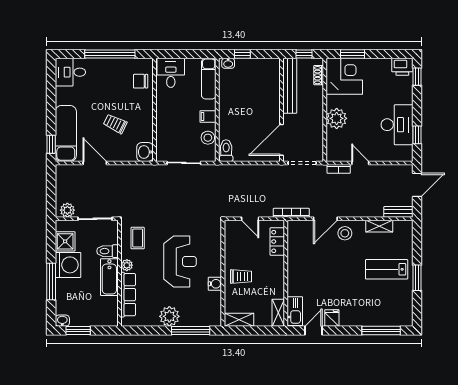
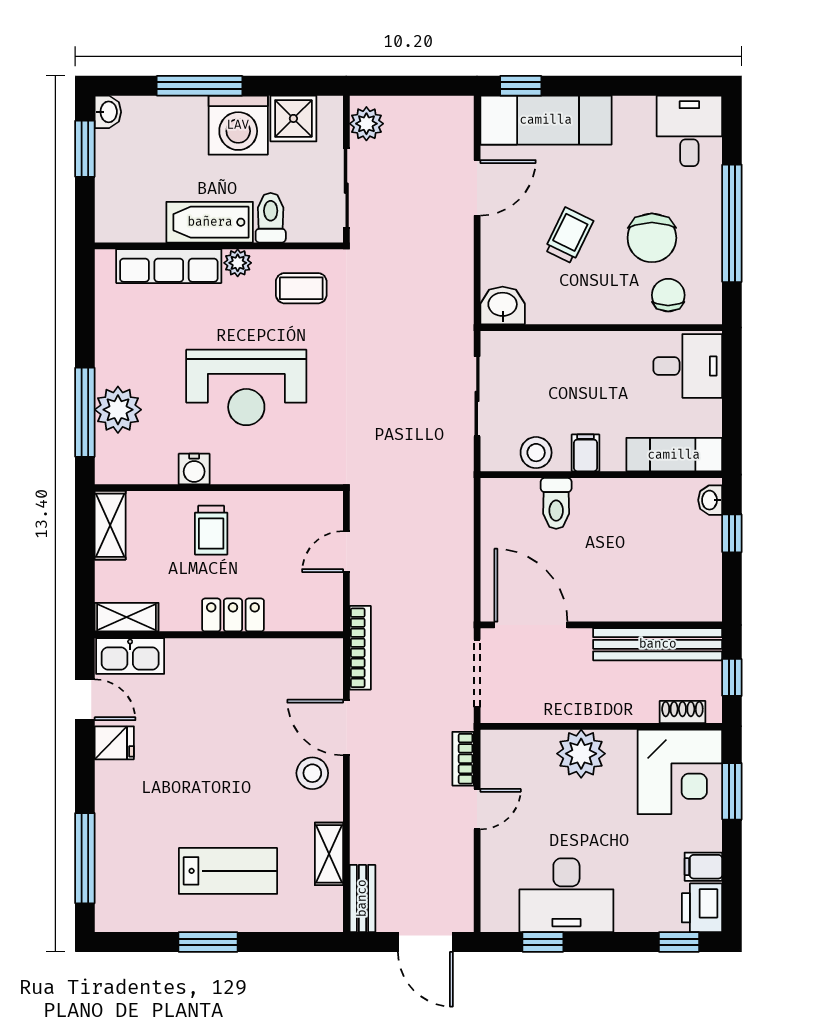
filing cabinet: (385, 66) -> (703, 867), added
chair: (116, 88) -> (652, 238), added
toilet: (226, 151) -> (556, 503), moved, turned 90
locker: (277, 242) -> (233, 615), moved
lab bench: (387, 269) -> (228, 871), turned 90
plant: (169, 316) -> (118, 410), moved

